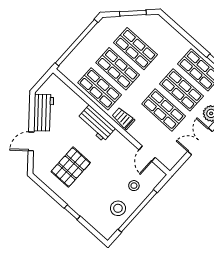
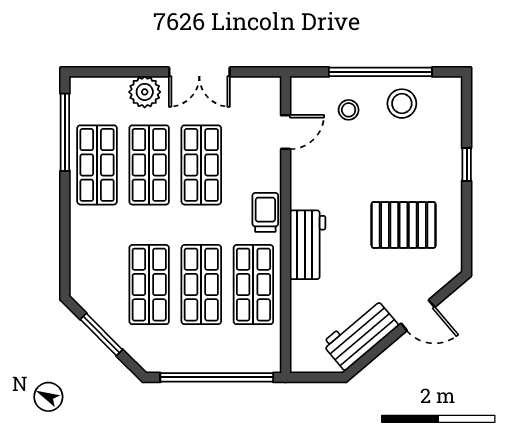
trolley: (123, 118) -> (265, 212), turned 180

